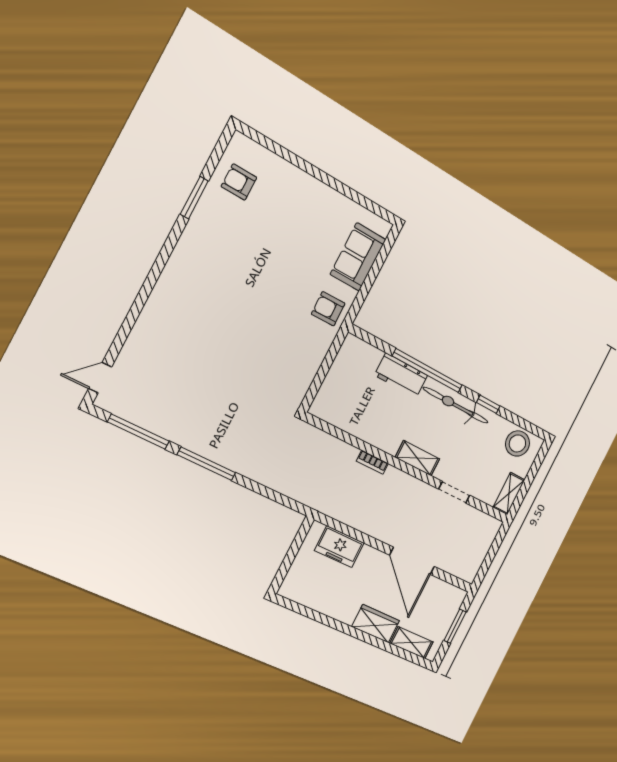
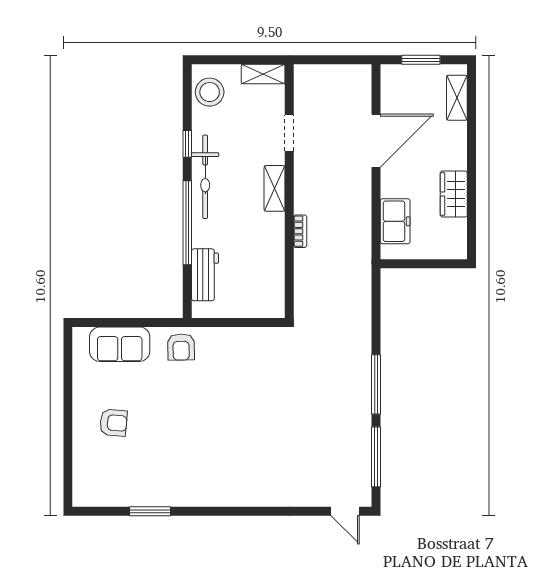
armchair: (239, 182) -> (113, 423), moved, turned -85
workbench: (401, 375) -> (205, 275), moved
wardrobe: (376, 624) -> (454, 194), moved

